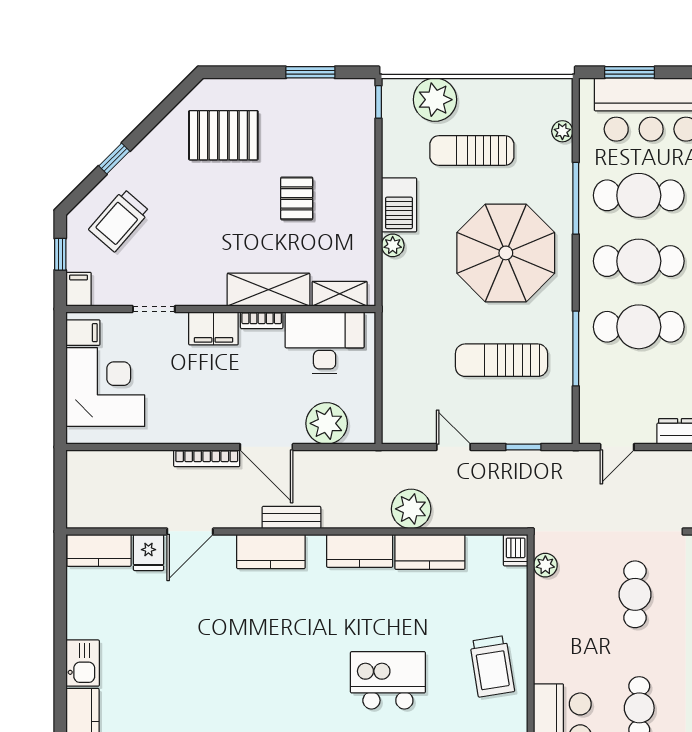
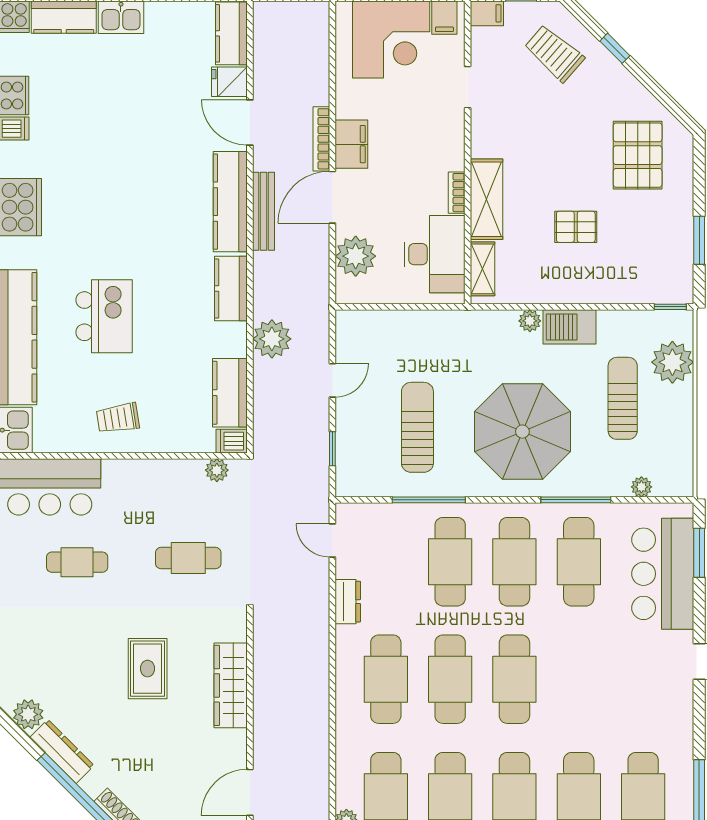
filing cabinet: (213, 328) -> (351, 144), moved, turned 180
bench: (291, 517) -> (263, 211), width x1.36
kitchen counter: (271, 551) -> (230, 202), width x1.50
kitchen counter: (430, 552) -> (230, 393), moved
trolley: (492, 666) -> (118, 418), width x0.73, depth x0.72

